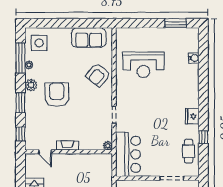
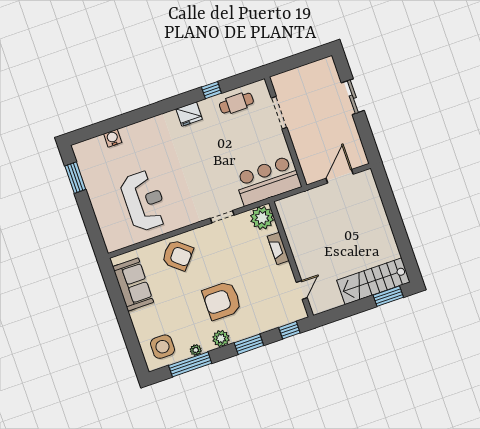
fireplace: (67, 146) -> (278, 248), moved
plant: (108, 146) -> (262, 218), width x1.88, depth x1.88

